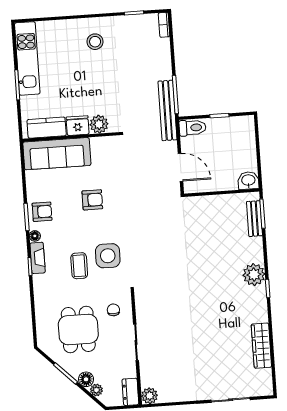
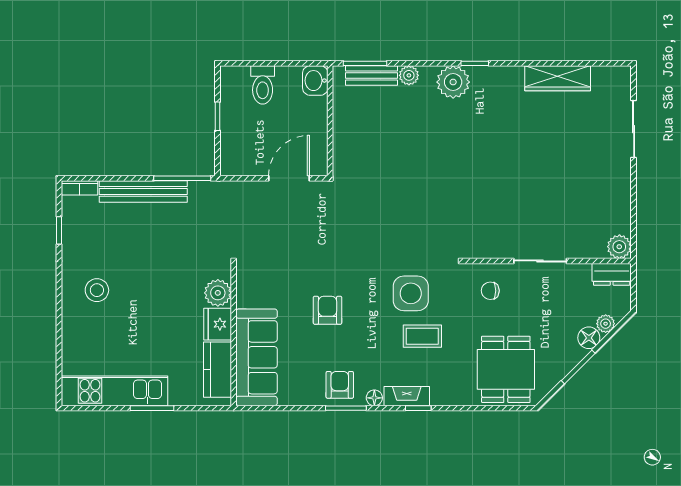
bench: (167, 110) -> (143, 191), moved
toilet: (193, 128) -> (263, 85), moved, turned 180
plant: (256, 244) -> (409, 75), added
dining table: (78, 329) -> (506, 369), moved, turned 90

